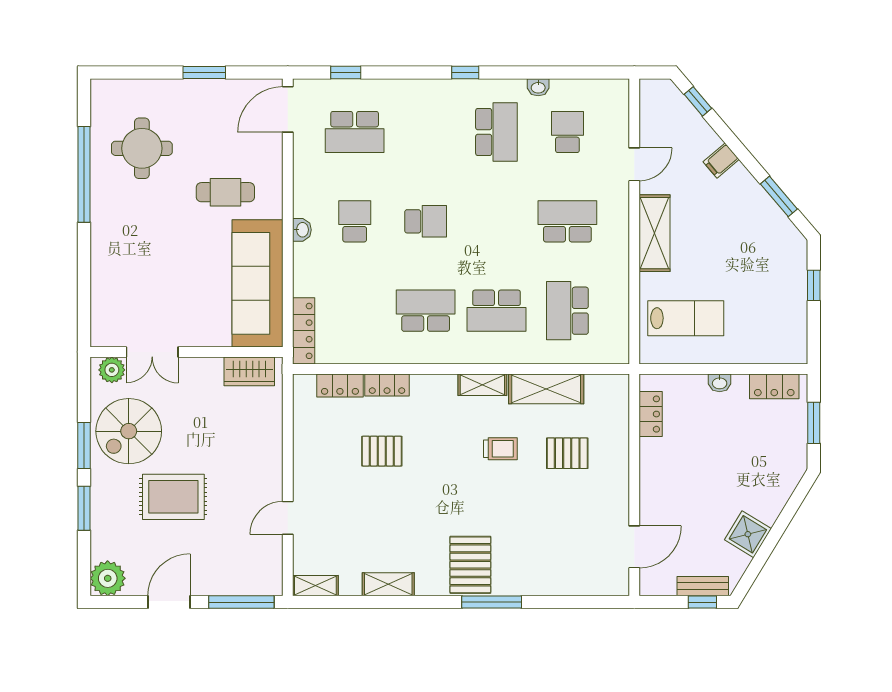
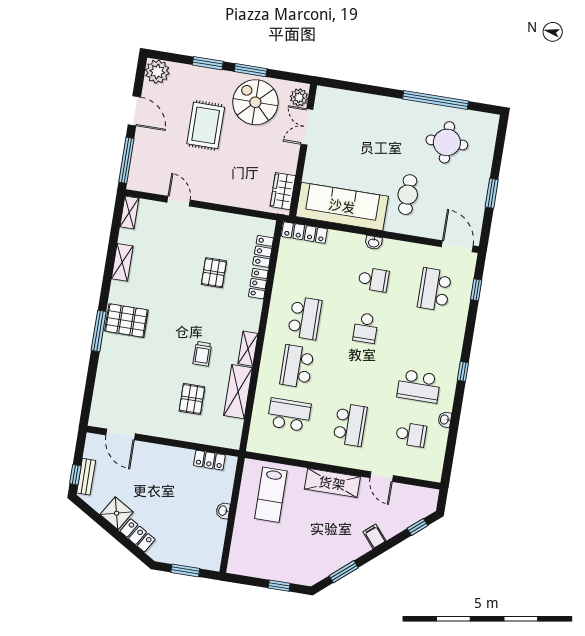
locker: (774, 386) -> (138, 535), moved, turned 121

